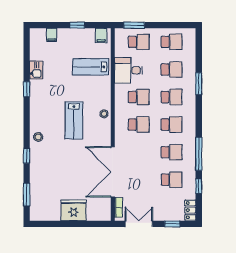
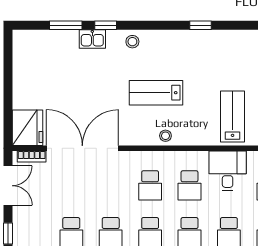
kitchen sink: (36, 70) -> (92, 39), moved
window: (27, 195) -> (66, 25), moved
fridge: (74, 210) -> (28, 128), moved

